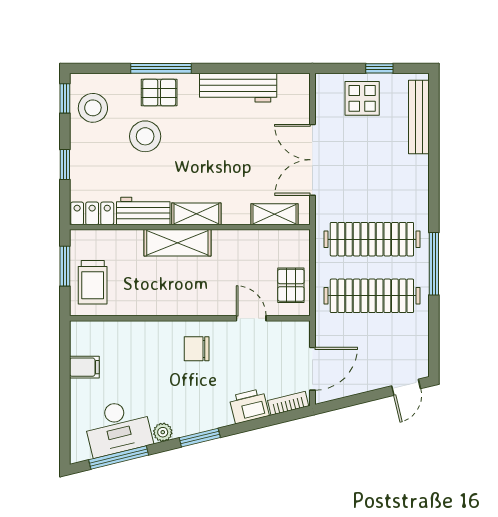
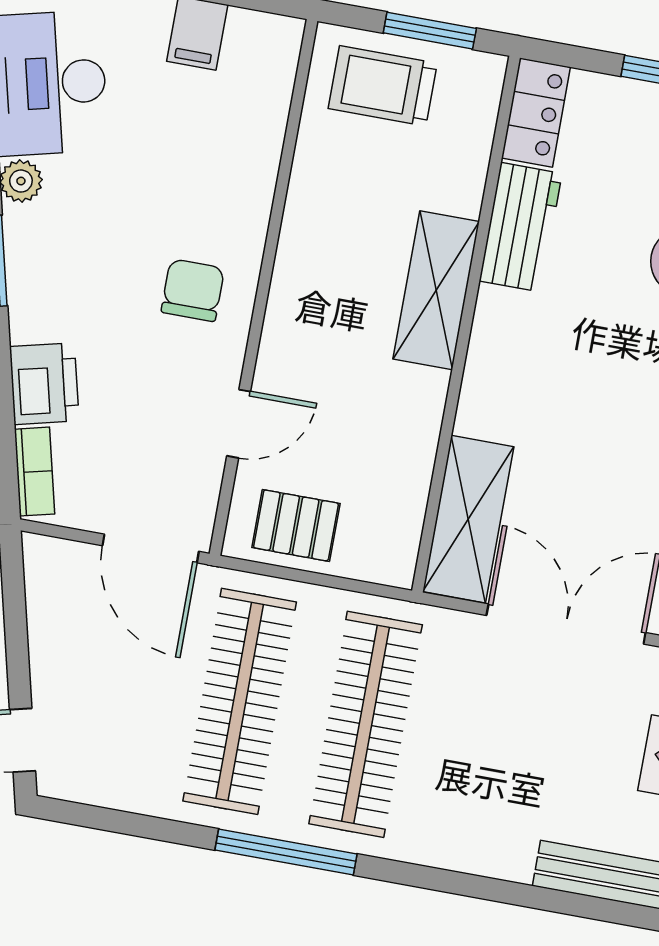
shelving: (196, 214) -> (493, 344), removed
shelving: (275, 214) -> (468, 519), width x1.50, depth x1.33
door: (312, 369) -> (151, 549), moved

